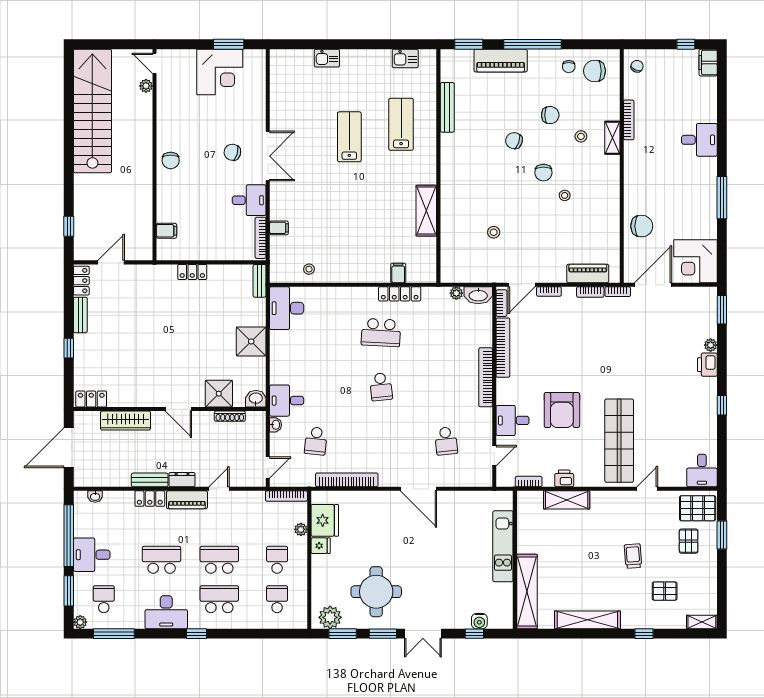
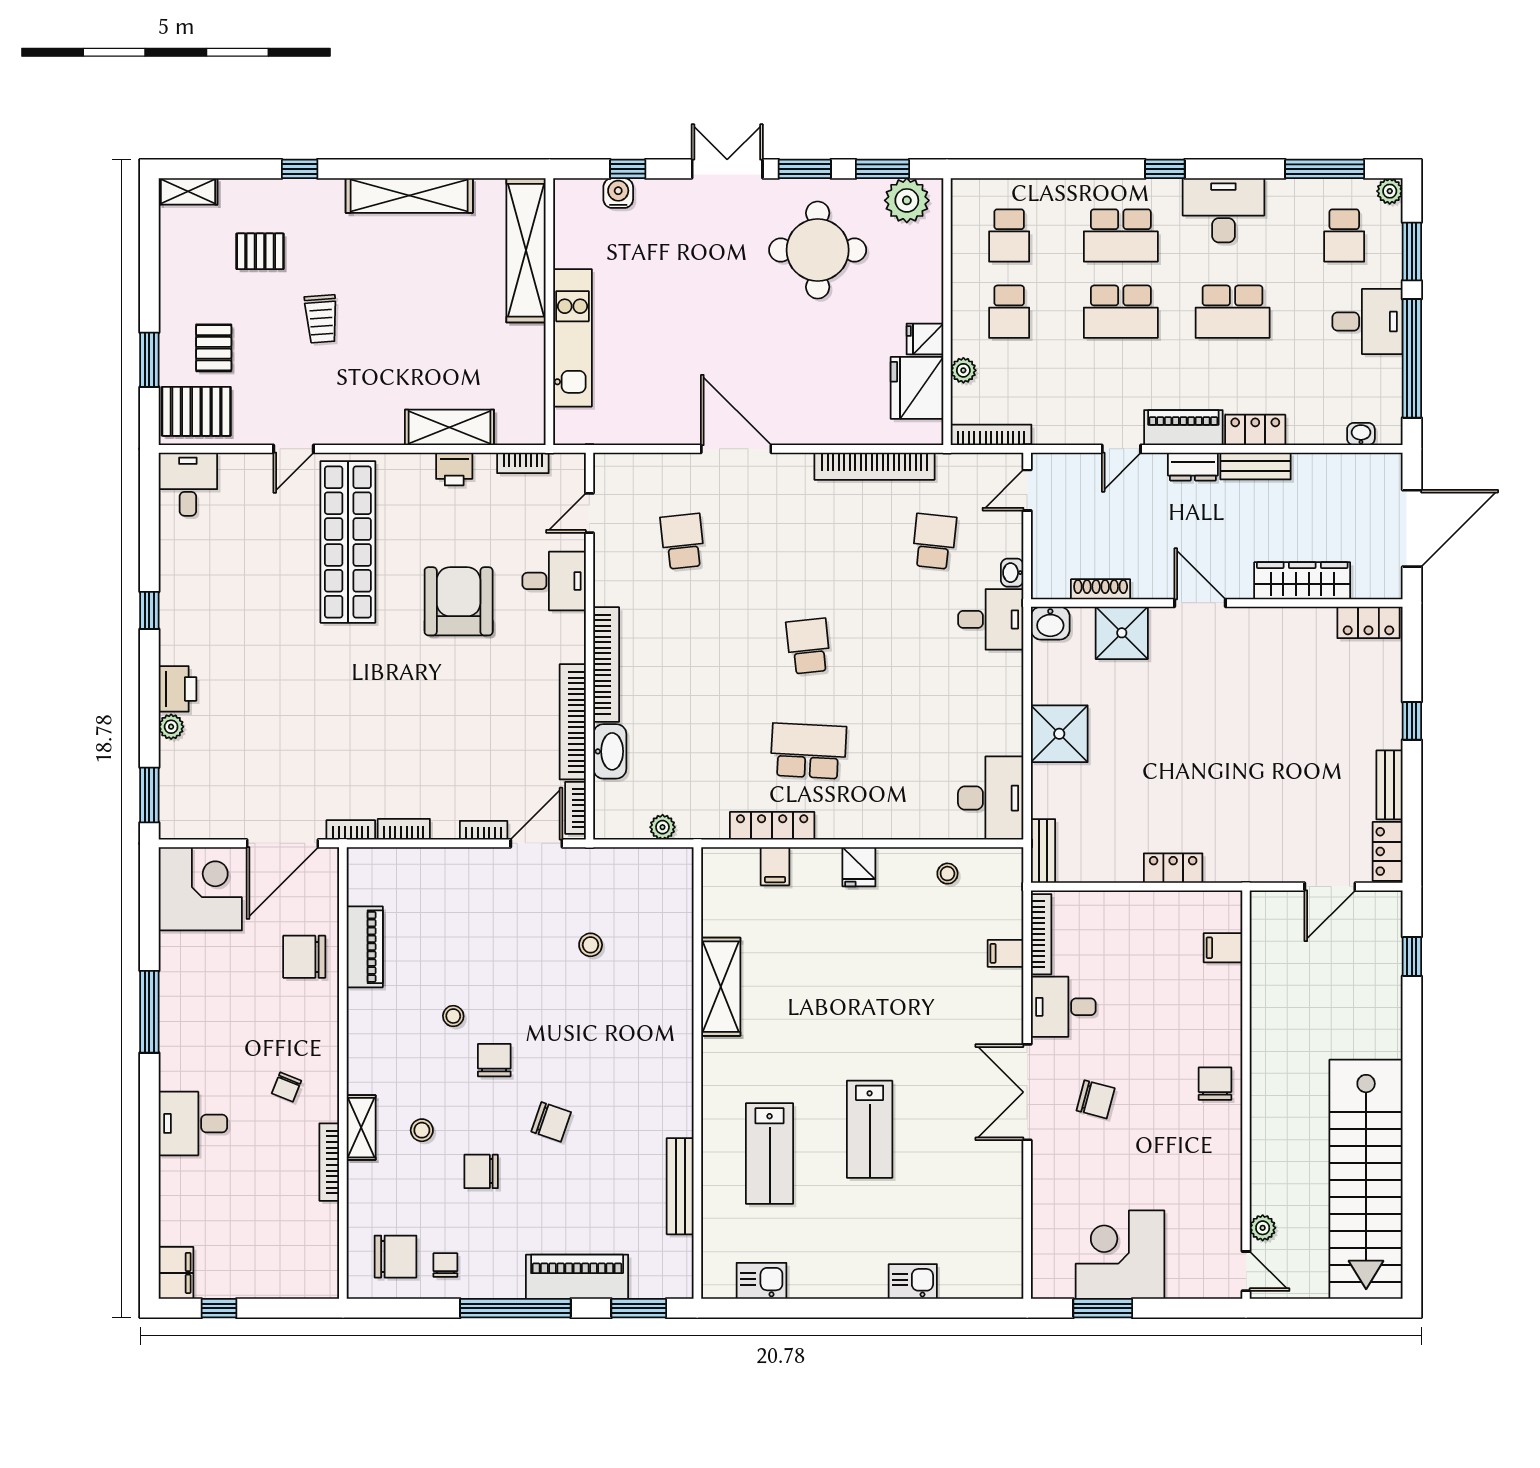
chair: (637, 66) -> (287, 1087), moved
fridge: (355, 273) -> (859, 867), added
piano: (588, 273) -> (365, 947), moved, turned -90
washbasin: (478, 295) -> (610, 751), moved, turned 90

